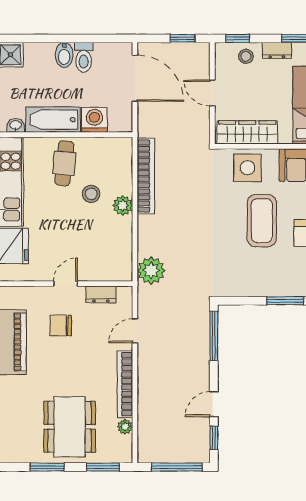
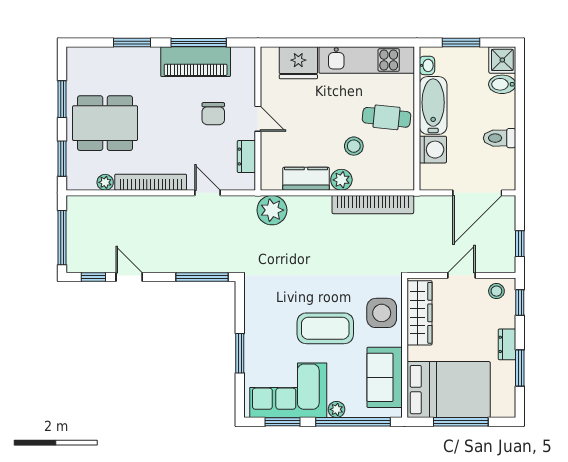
bidet: (64, 55) -> (502, 84), moved
stool: (246, 56) -> (496, 291), moved
kitchen counter: (122, 239) -> (306, 179), added
chair: (61, 325) -> (213, 114), turned 180

